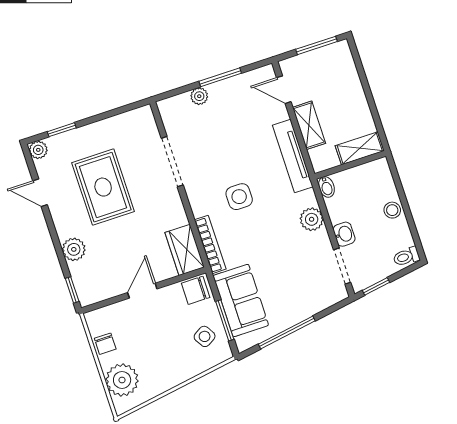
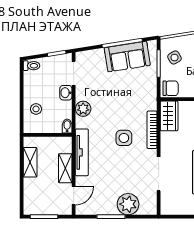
door: (284, 90) -> (74, 196), hinge flipped
plant: (199, 96) -> (128, 204), width x1.88, depth x1.88
shelving: (360, 148) -> (30, 162), moved, turned 90
stool: (392, 210) -> (36, 109), moved
bookcase: (210, 244) -> (152, 130), moved
sofa: (241, 300) -> (127, 57), moved, turned -99

